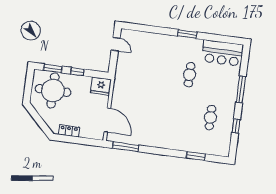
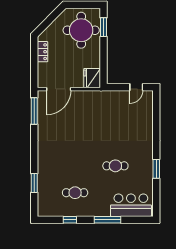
window: (187, 34) -> (156, 169), moved
bar counter: (222, 53) -> (131, 205), moved, turned 90
window: (77, 72) -> (103, 52), removed

